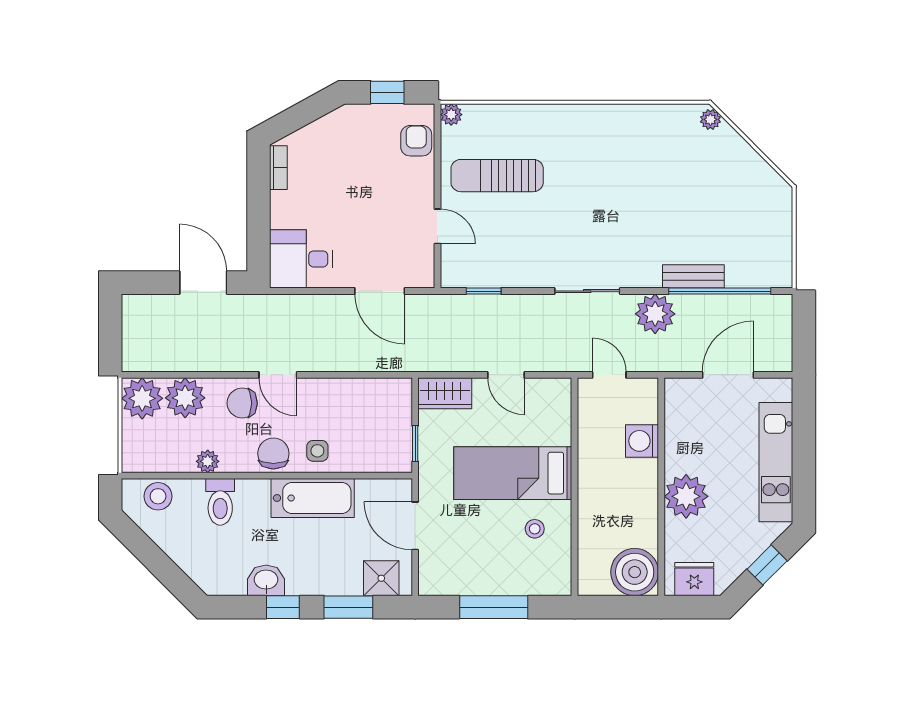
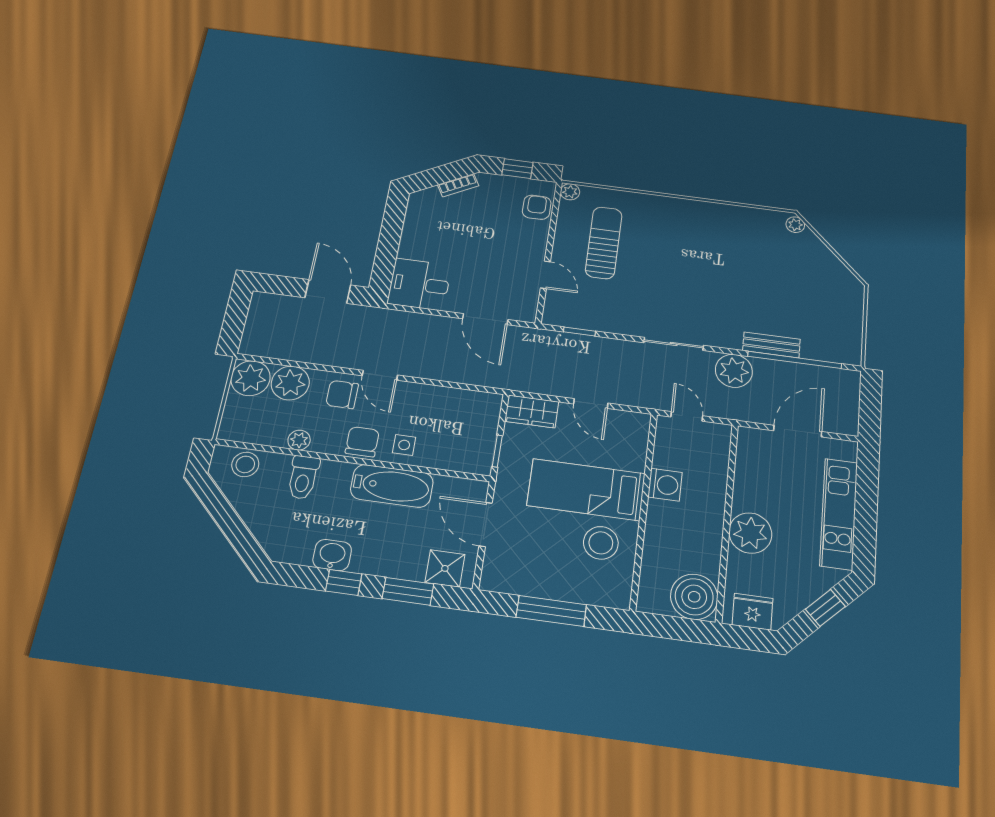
bookcase: (278, 168) -> (458, 185), moved, turned 61
sun lounger: (497, 176) -> (604, 243), turned 90
washing machine: (642, 441) -> (665, 485), moved, turned 180
stool: (535, 529) -> (601, 543), width x1.89, depth x1.89

